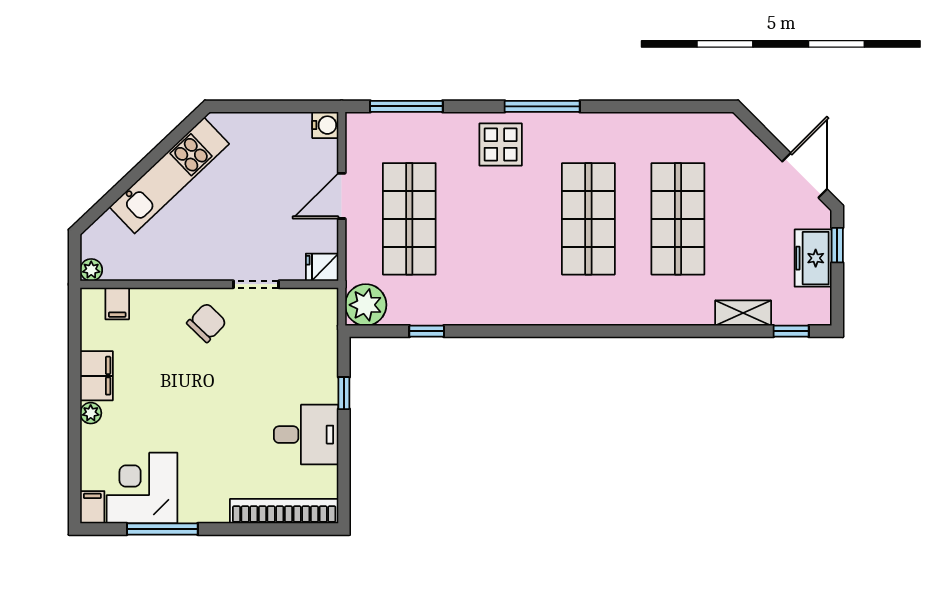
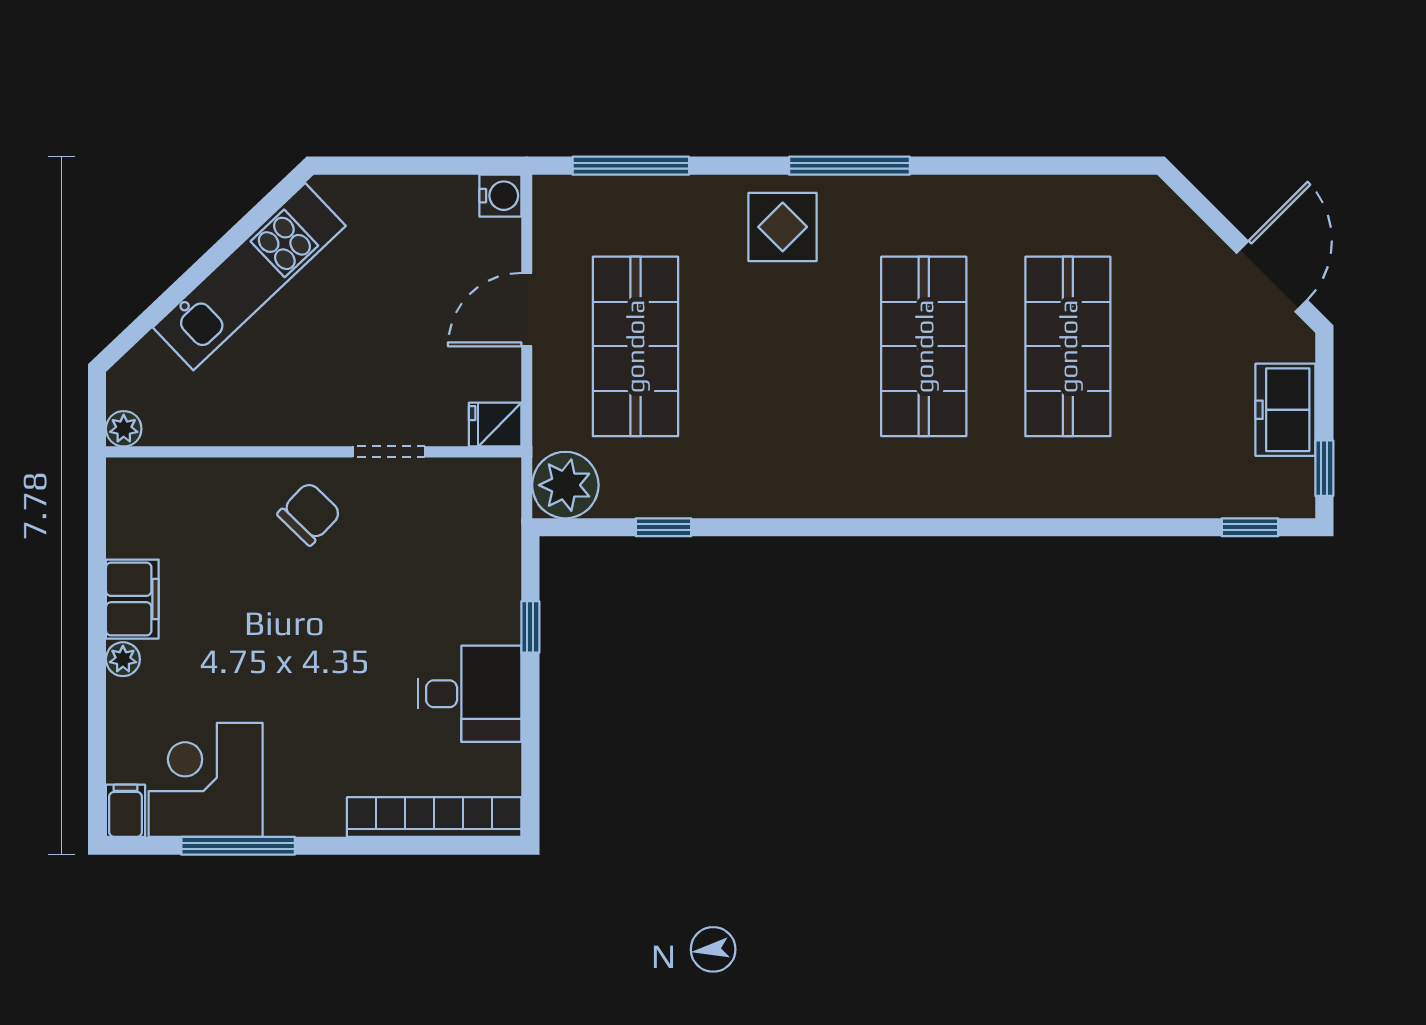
window: (837, 245) -> (1324, 468), moved
filing cabinet: (117, 303) -> (166, 483), removed
shelving: (743, 313) -> (1173, 498), removed

